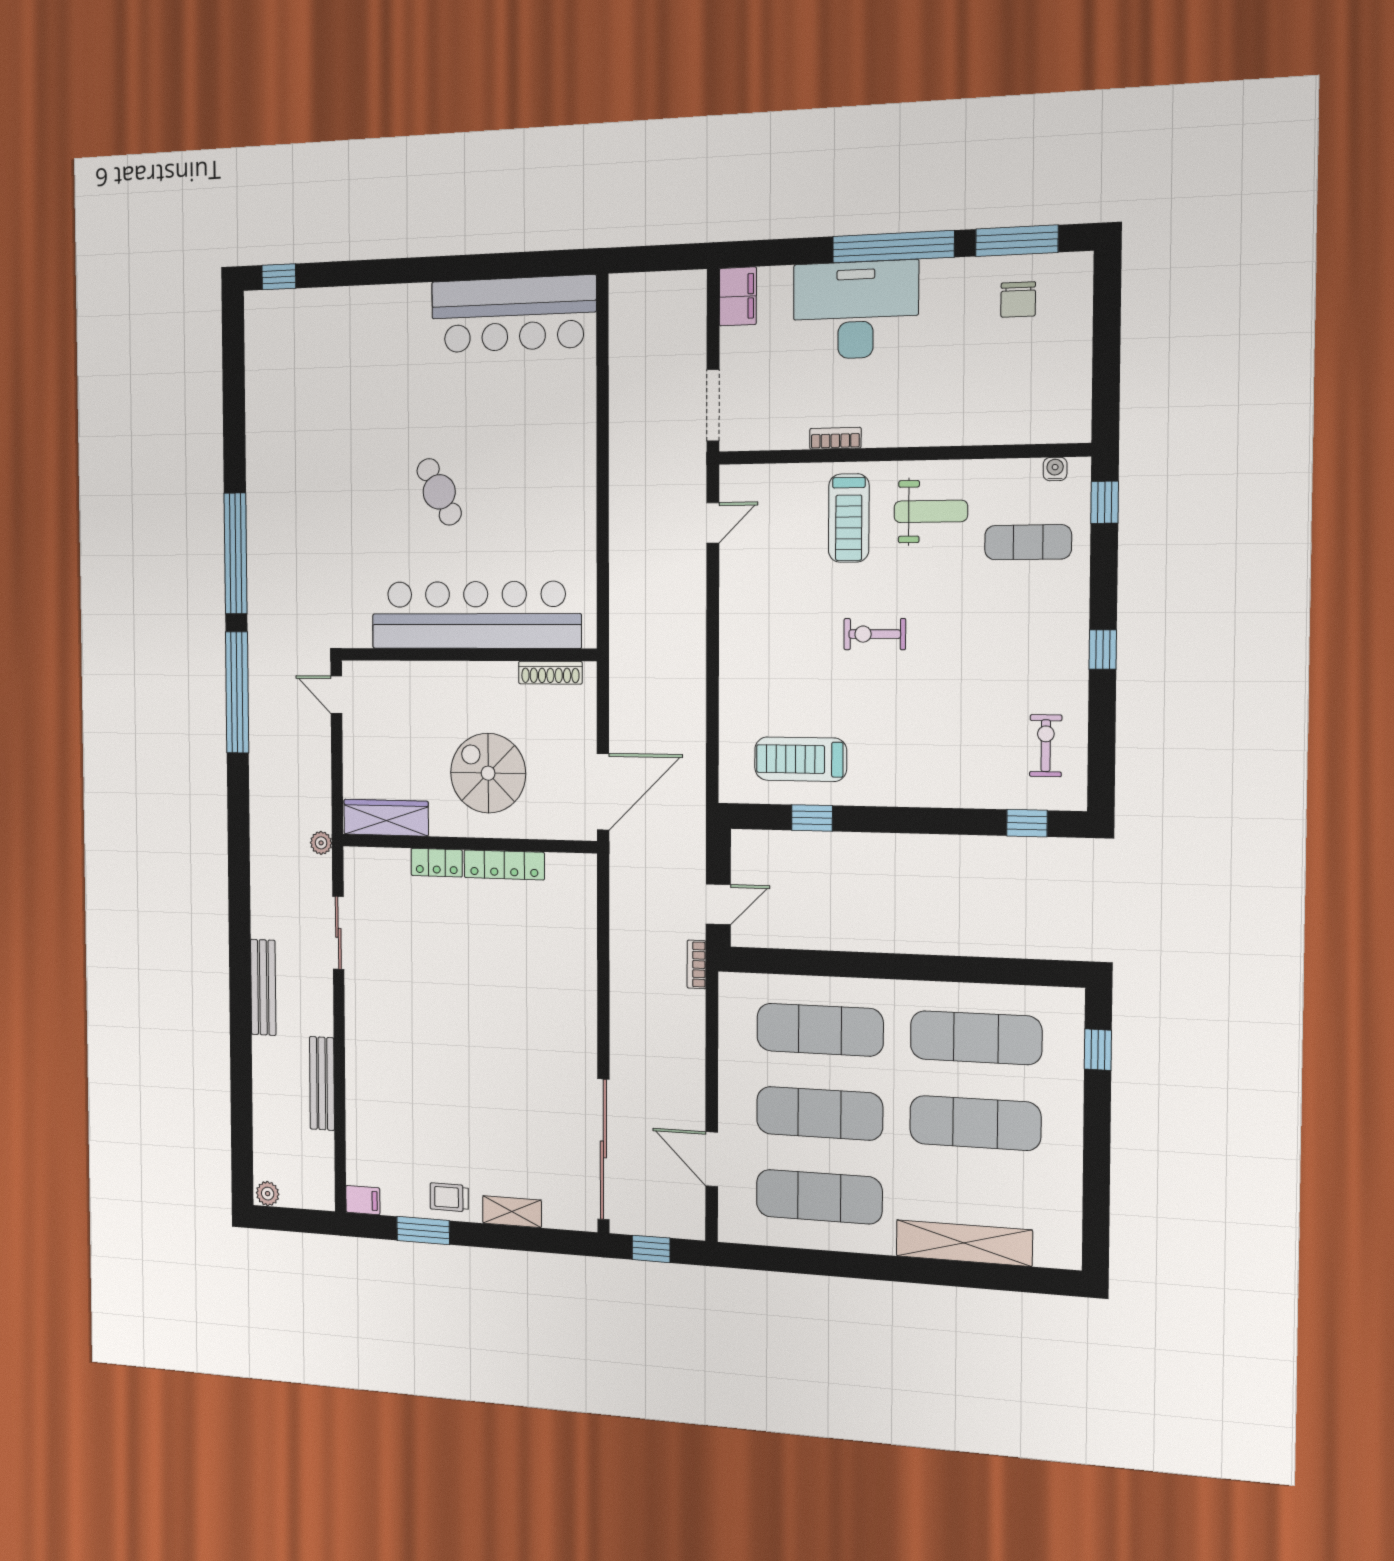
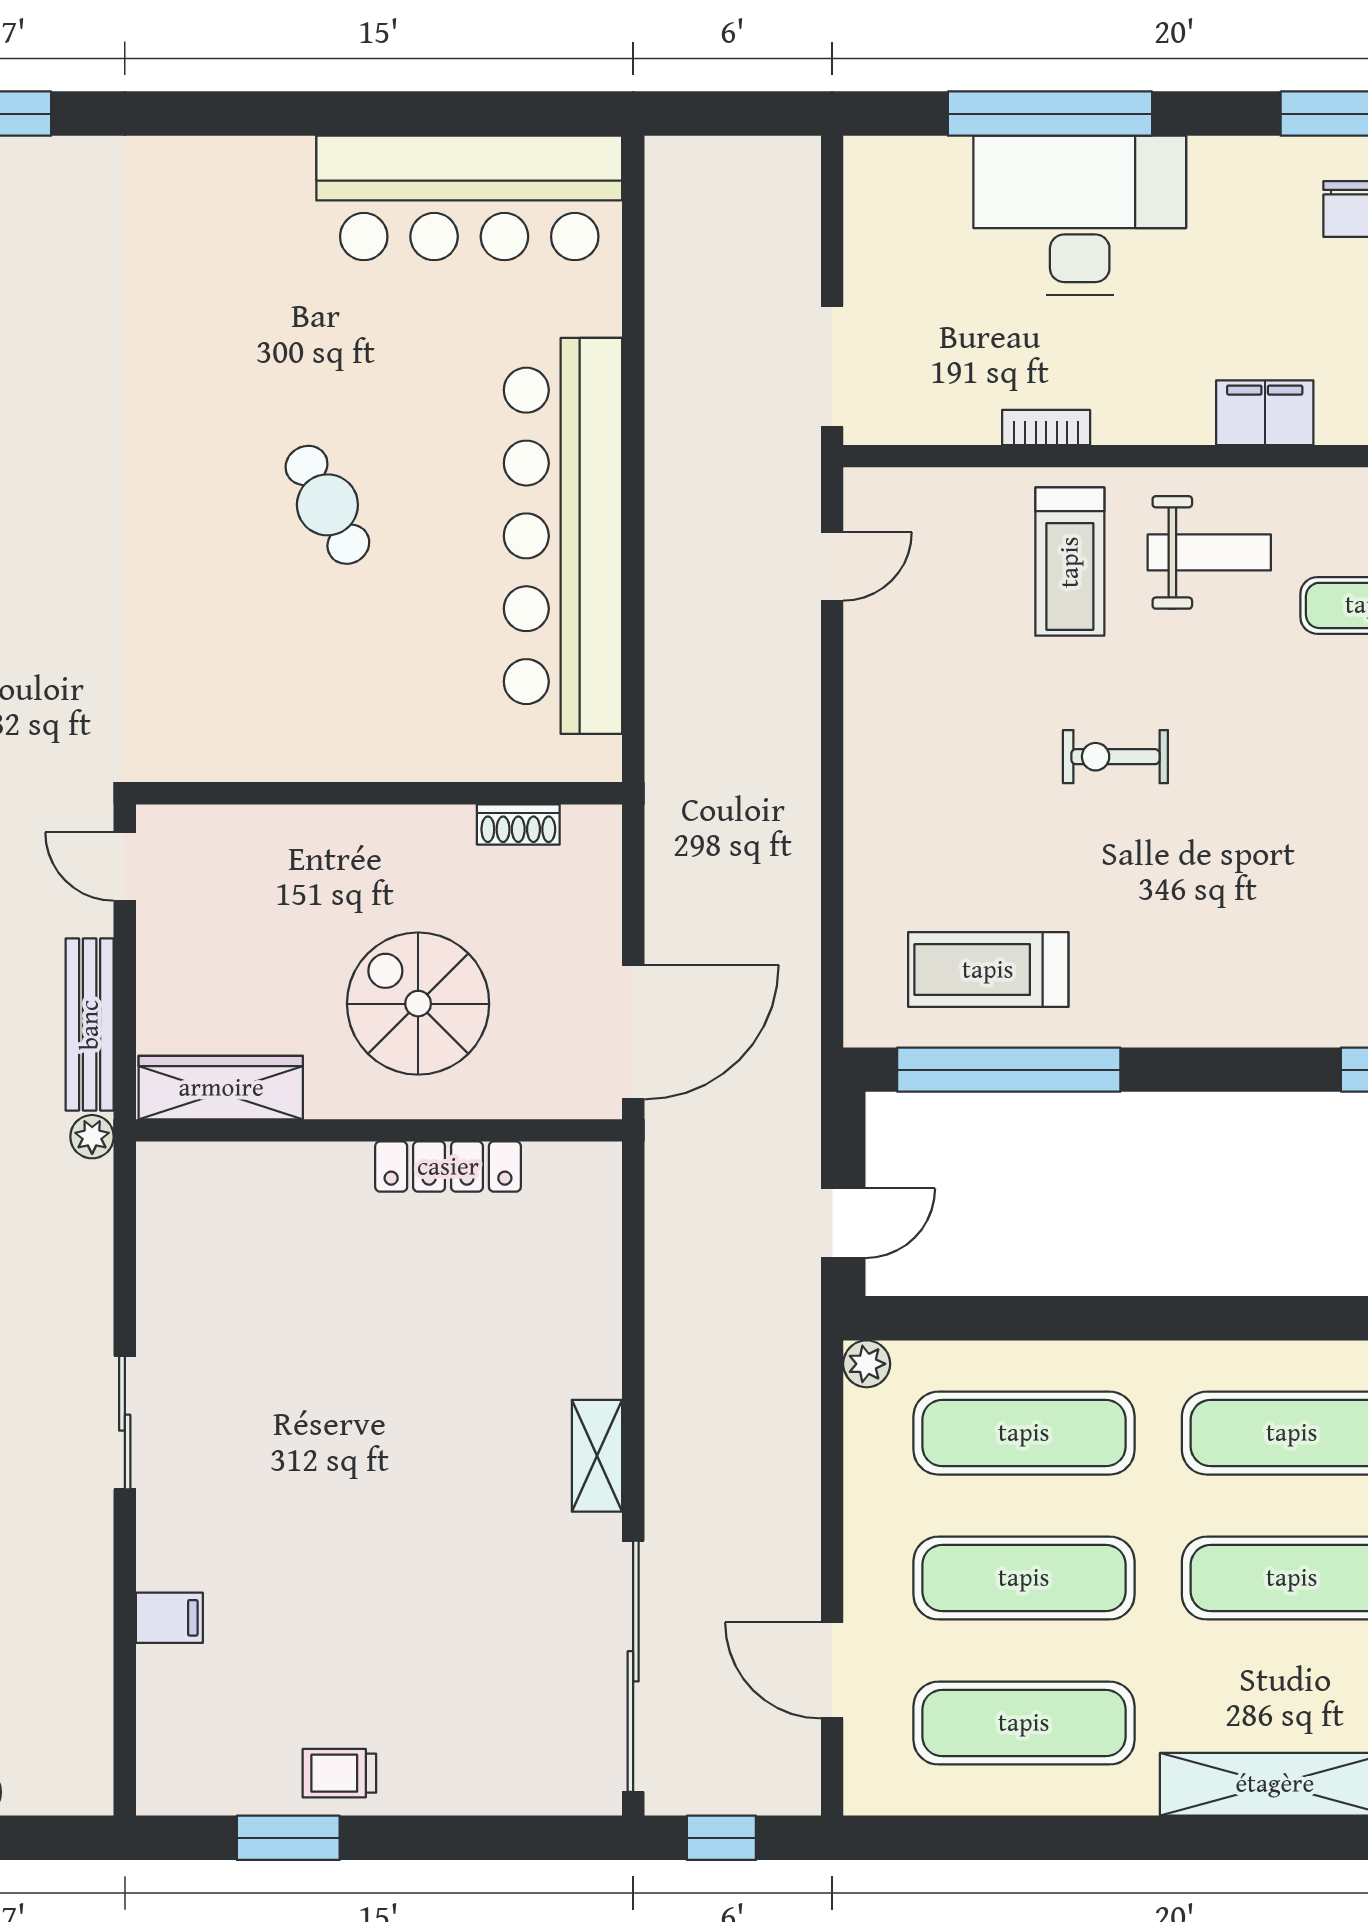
window: (893, 247) -> (1050, 114), moved
filing cabinet: (738, 296) -> (1265, 413), moved, turned -90
bar counter: (476, 615) -> (563, 536), moved, turned -90
shoe rack: (550, 673) -> (518, 824), width x0.70
window: (812, 818) -> (1009, 1070), width x3.17
locker: (437, 863) -> (319, 1166), removed
sliding door: (338, 933) -> (125, 1423), moved
bookcase: (697, 964) -> (804, 1330), removed
plant: (731, 986) -> (867, 1364), added
bench: (322, 1083) -> (90, 1025), moved
filing cabinet: (363, 1200) -> (169, 1618), moved
shelving: (512, 1212) -> (597, 1456), moved, turned 90

